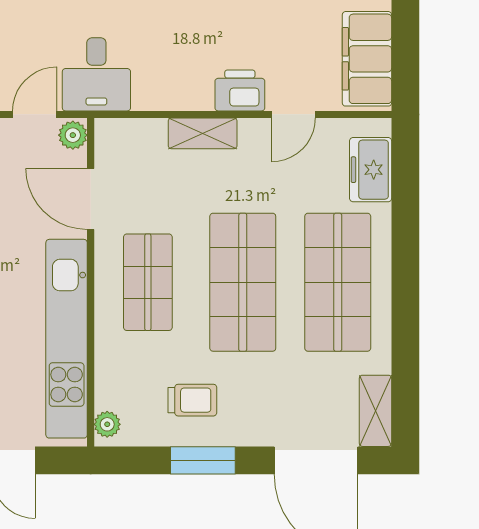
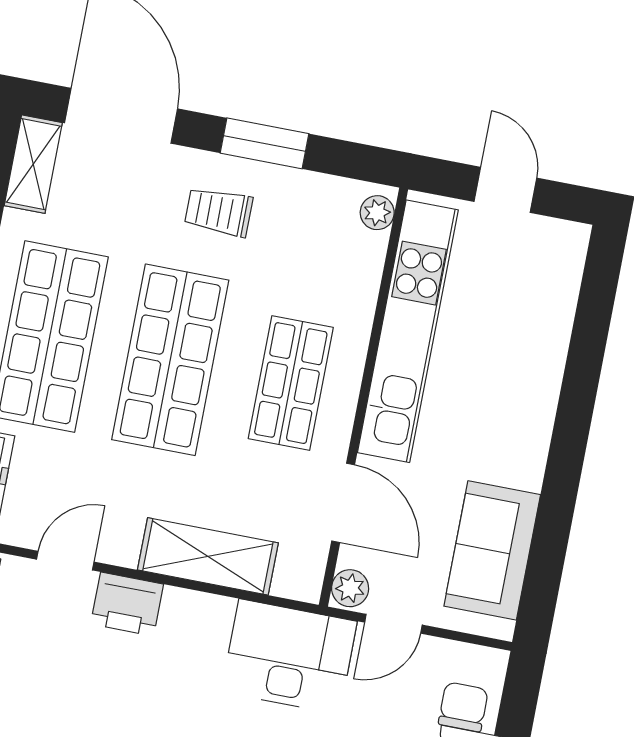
desk: (96, 74) -> (289, 657), width x1.37
shelving: (203, 133) -> (208, 556), width x1.50, depth x1.33
trolley: (192, 400) -> (219, 212), moved

